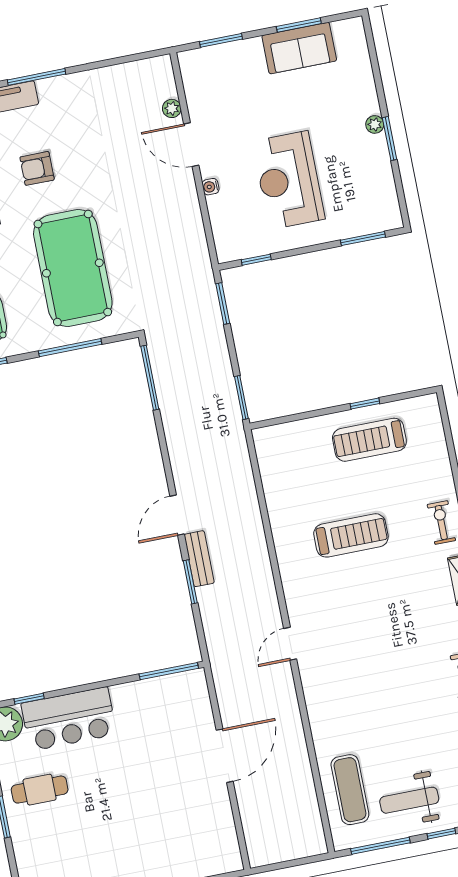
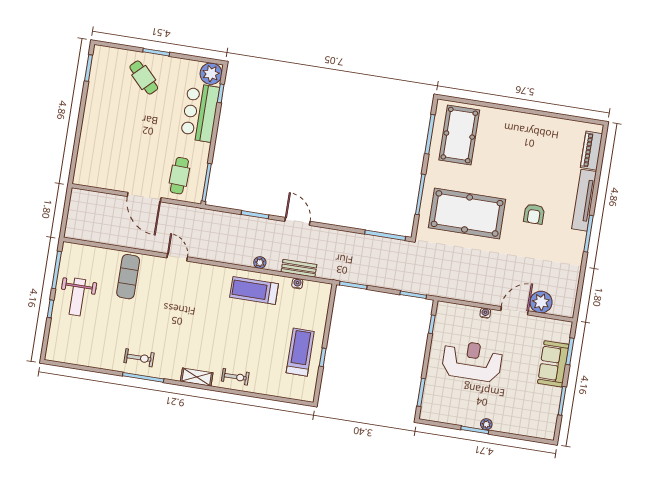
sofa: (299, 48) -> (553, 364), moved
plant: (172, 108) -> (541, 302), width x1.88, depth x1.88
armchair: (37, 168) -> (534, 214), turned 180
water cooler: (269, 481) -> (297, 283), added
treadmill: (351, 535) -> (254, 290), moved, turned 90
plant: (259, 548) -> (260, 263), added
bench: (199, 559) -> (299, 268), moved
door: (290, 644) -> (177, 257), moved
cafe table: (174, 715) -> (179, 176), added
cafe table: (40, 790) -> (144, 78), moved, turned -44
exercise mat: (350, 790) -> (128, 277), moved, turned 90
weight bench: (409, 800) -> (77, 297), turned 180

